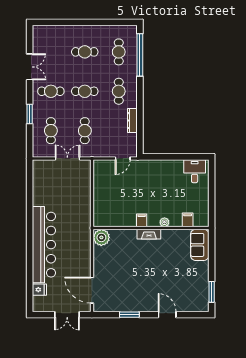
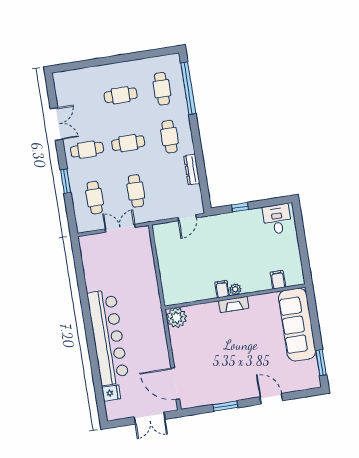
window: (166, 157) -> (240, 207), added
plant: (164, 222) -> (235, 289), moved
sofa: (200, 245) -> (297, 325), width x1.85, depth x1.27

